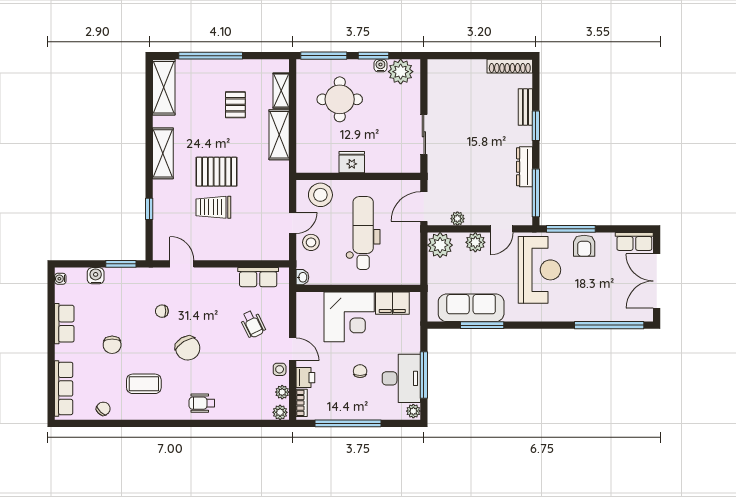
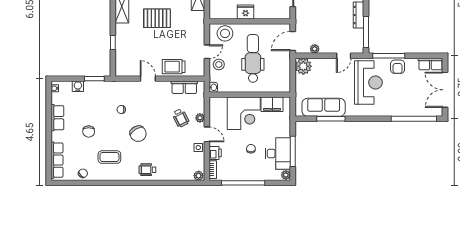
trolley: (213, 207) -> (174, 67), moved
plant: (475, 242) -> (326, 64), removed
door: (182, 264) -> (148, 79), moved
plant: (282, 392) -> (200, 118), moved

